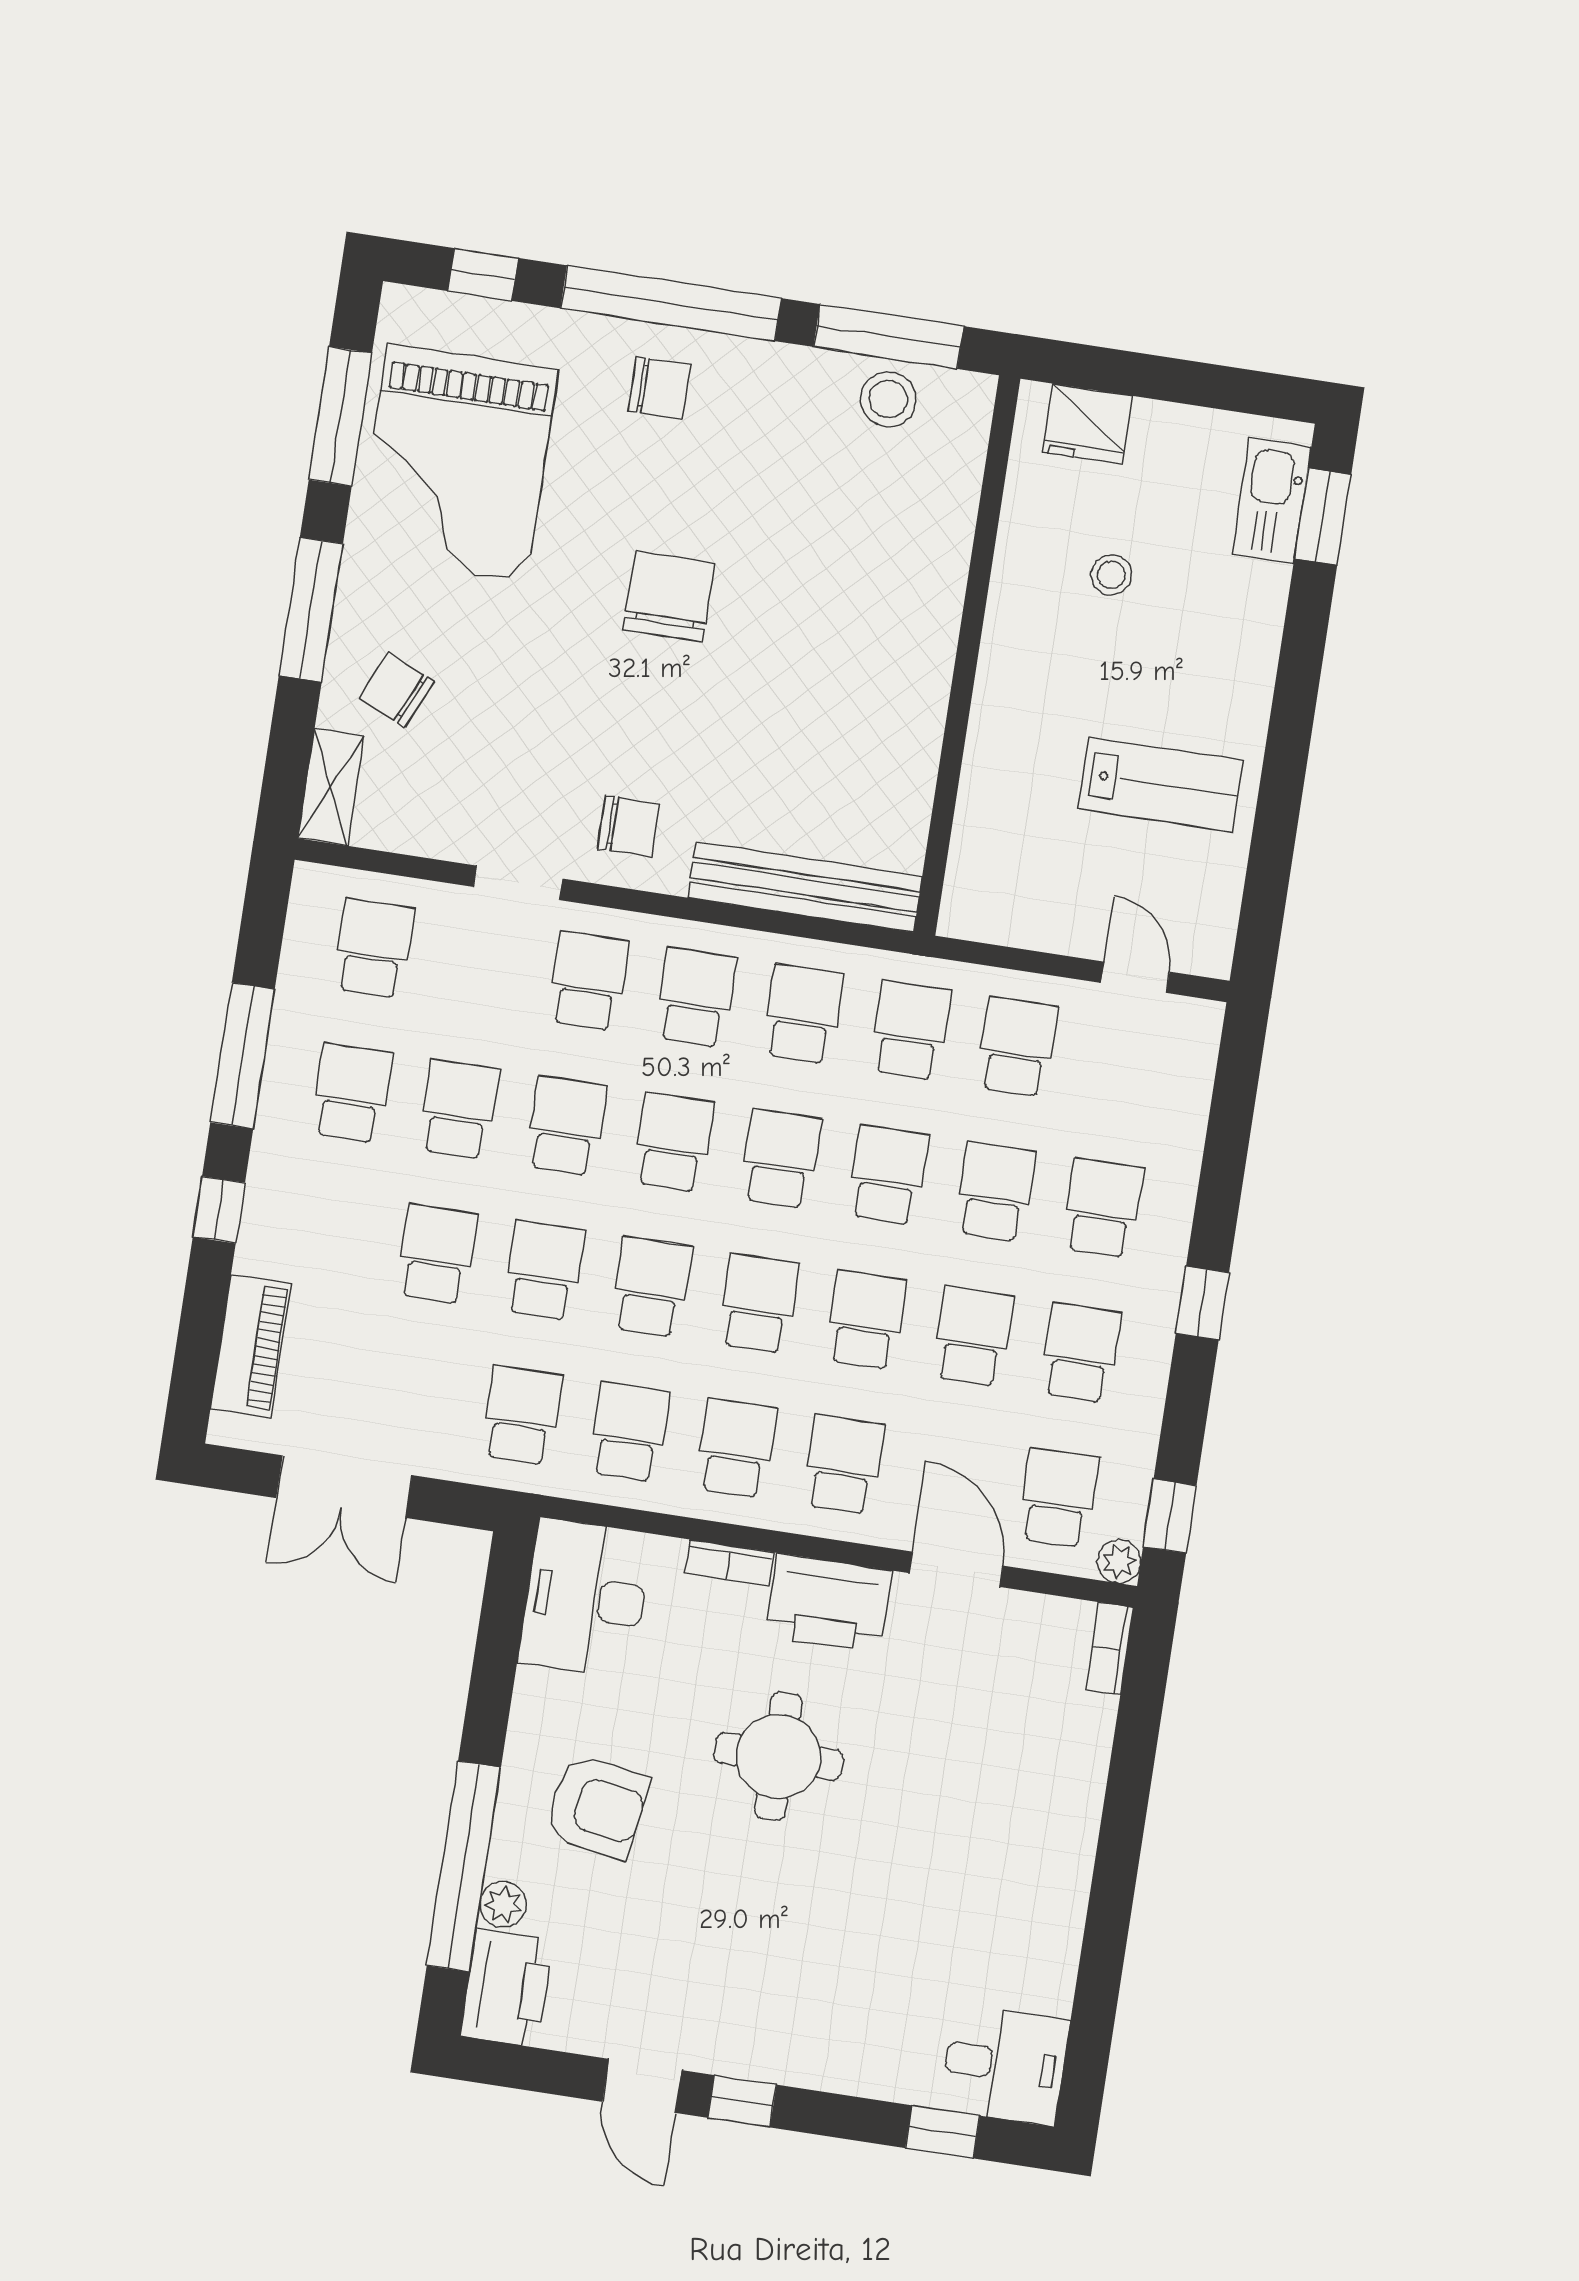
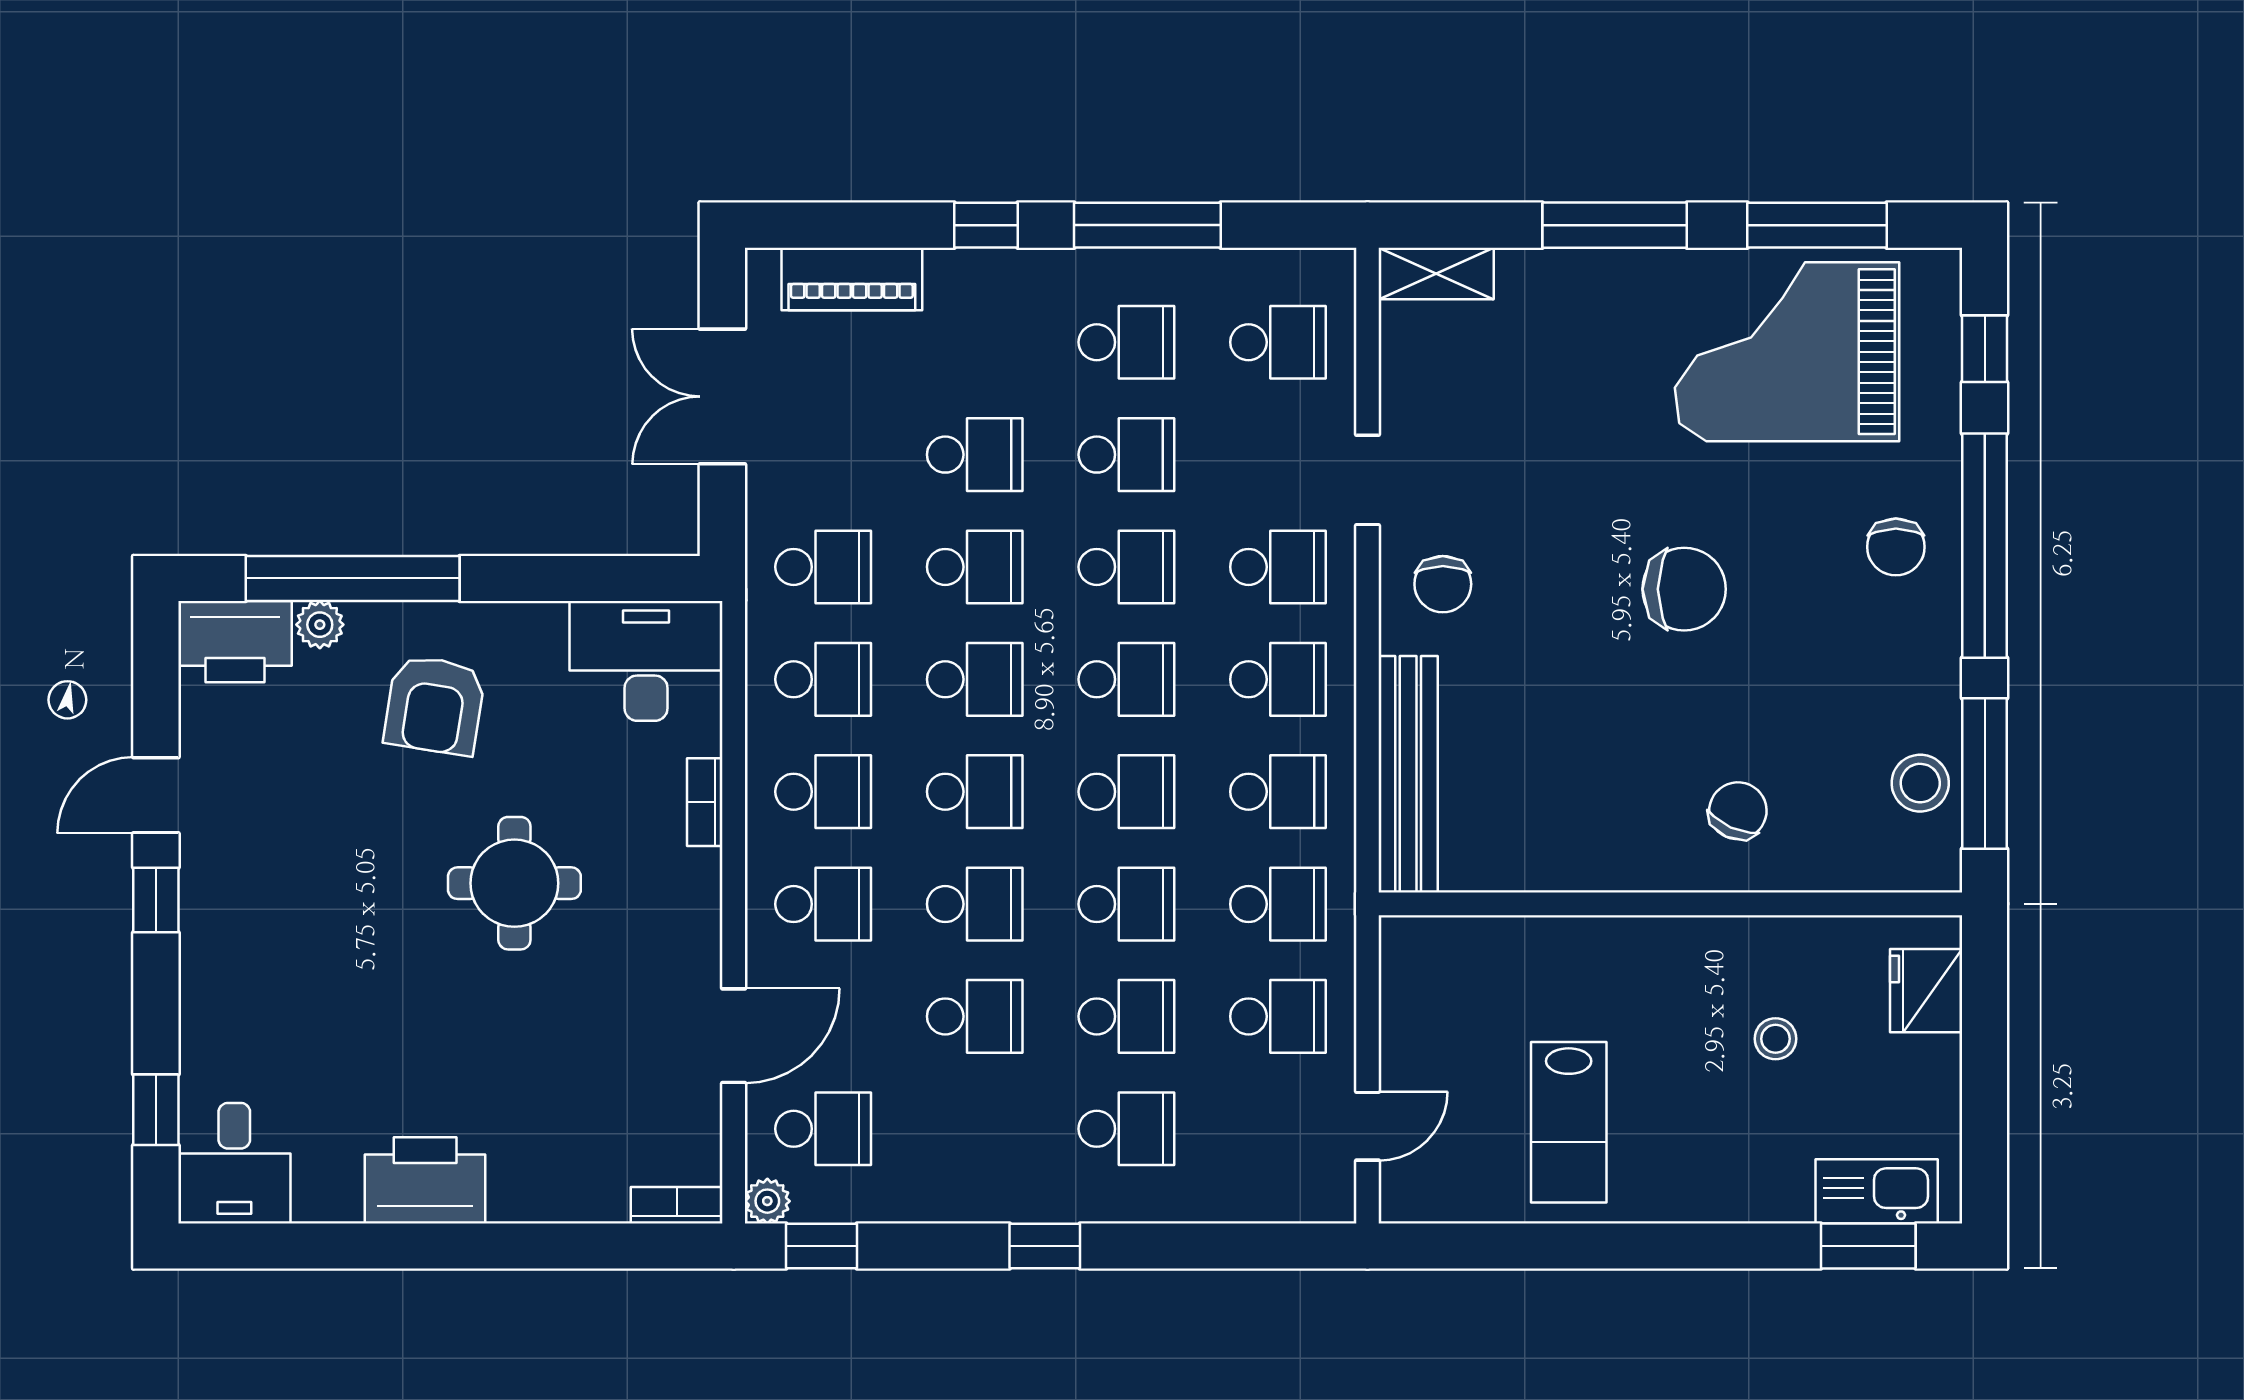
chair: (397, 690) -> (1738, 811), moved
school desk: (1080, 1353) -> (975, 1129), removed
printer: (829, 1603) -> (425, 1180), moved, turned 90

